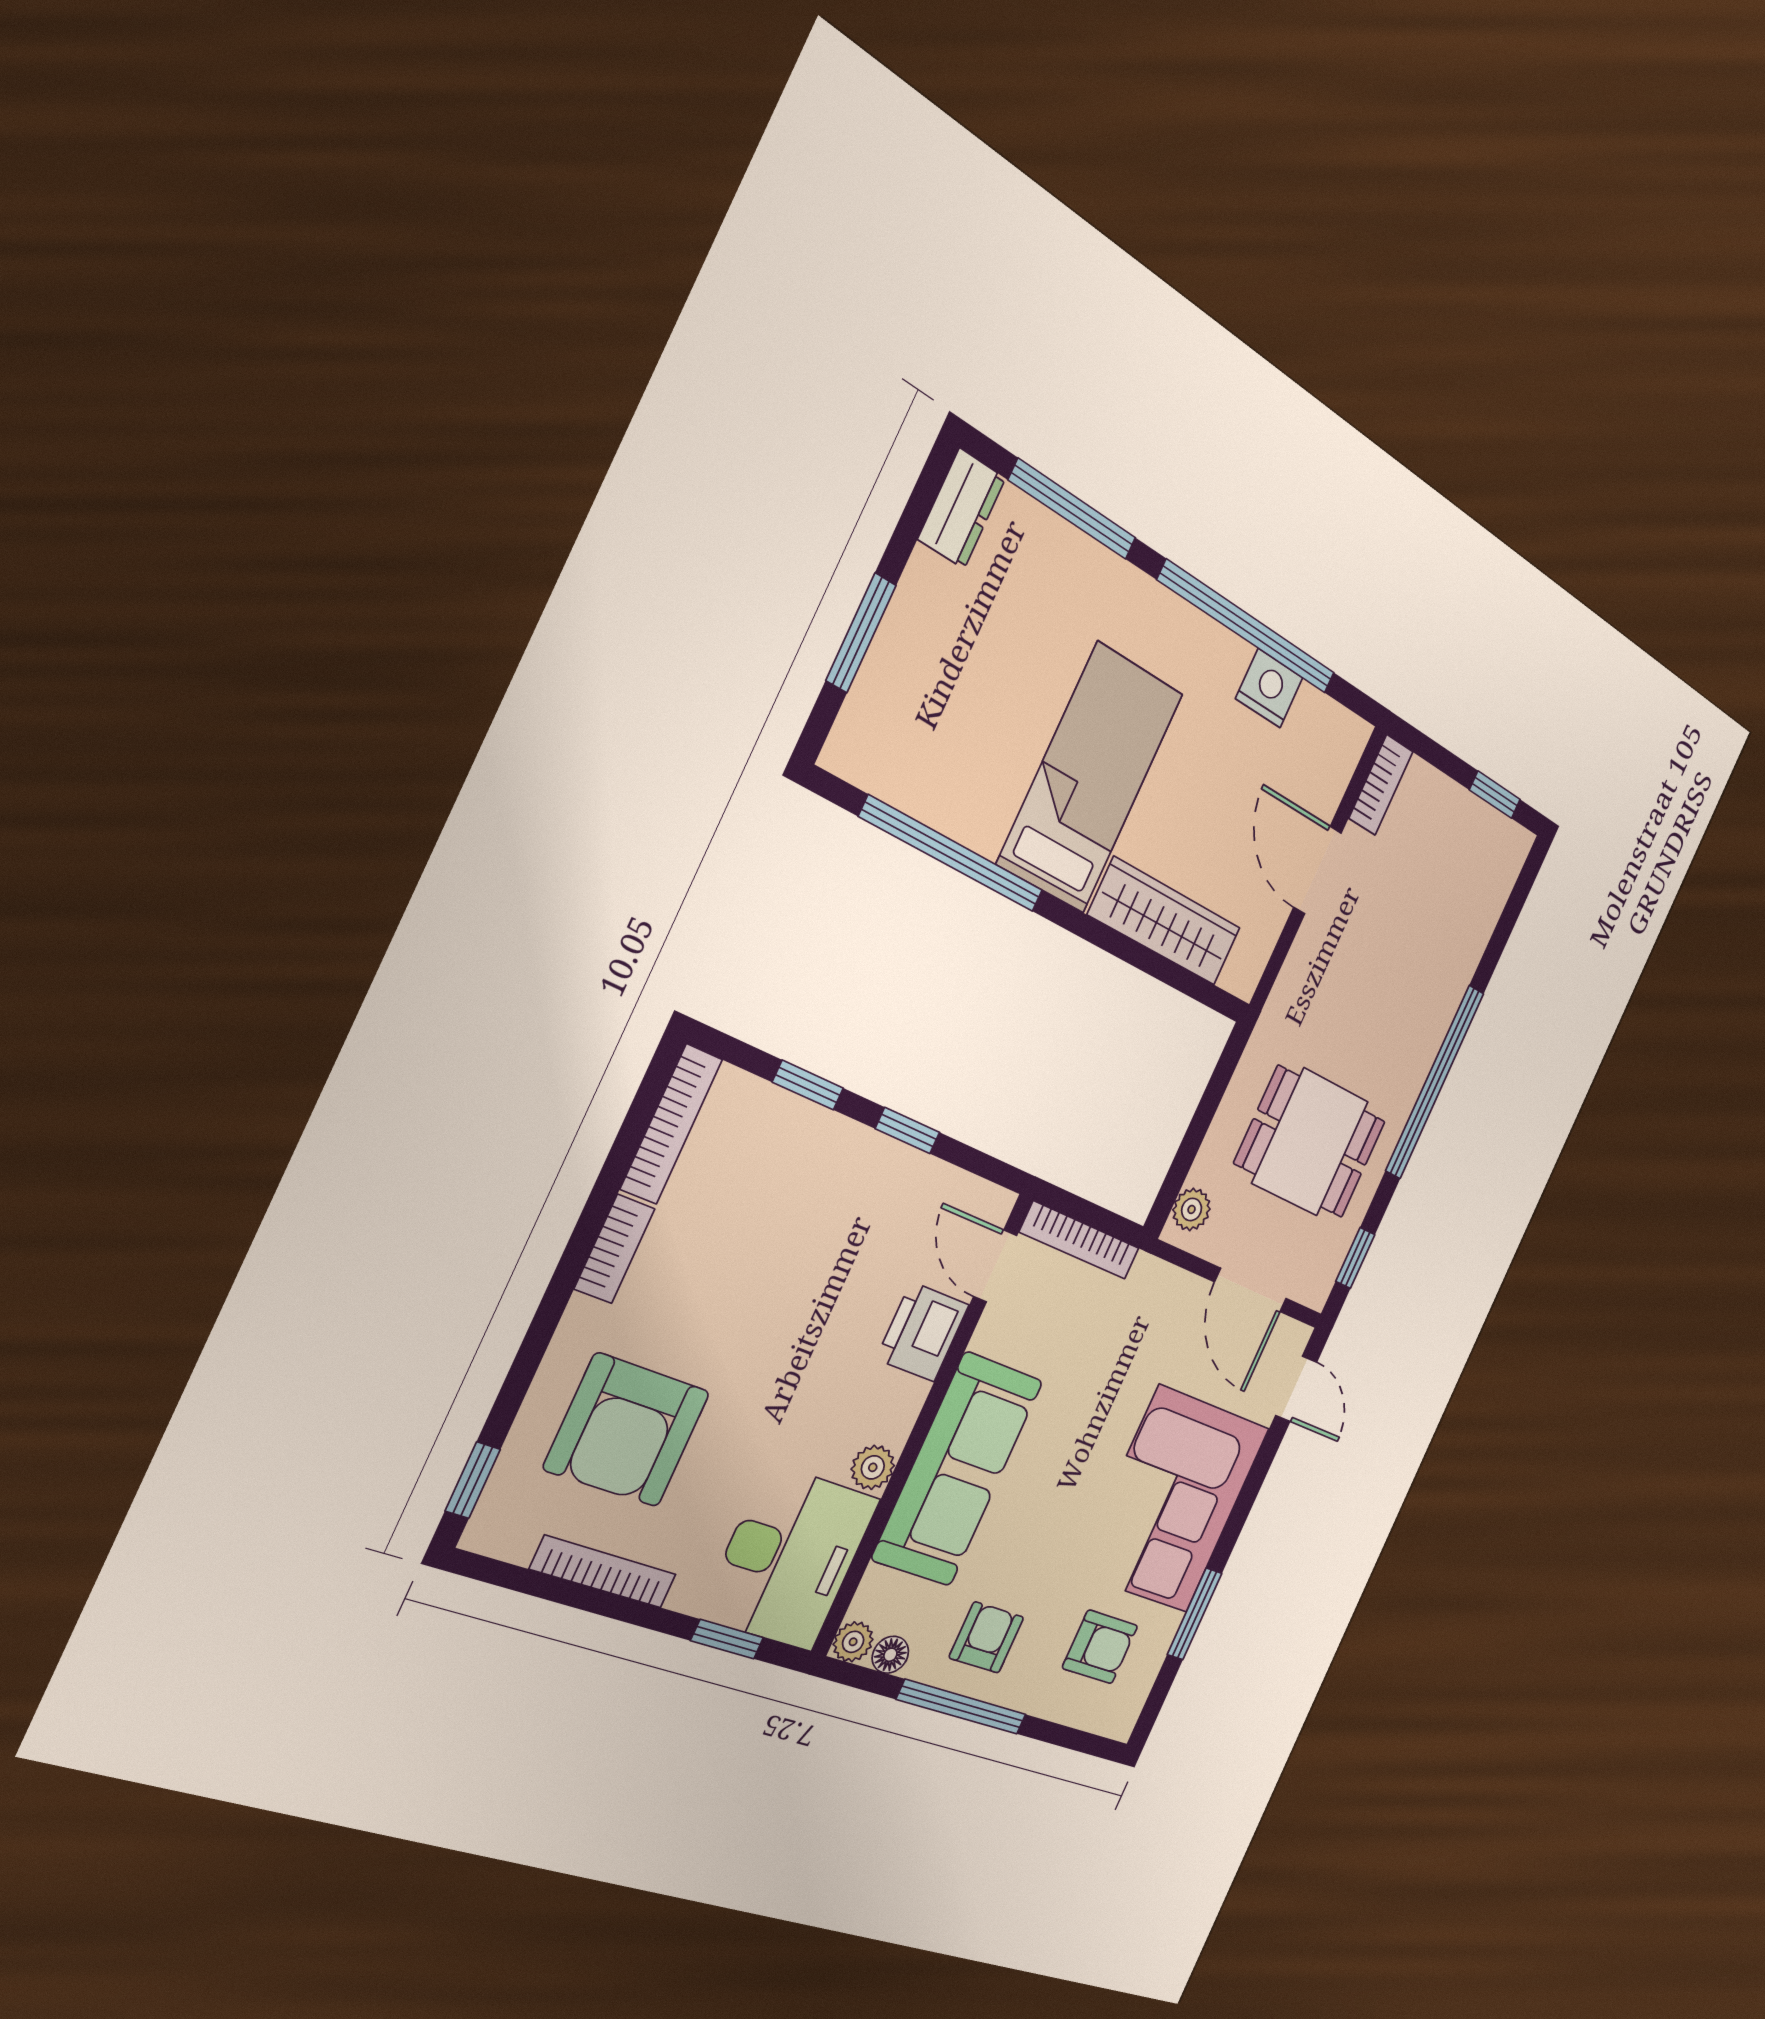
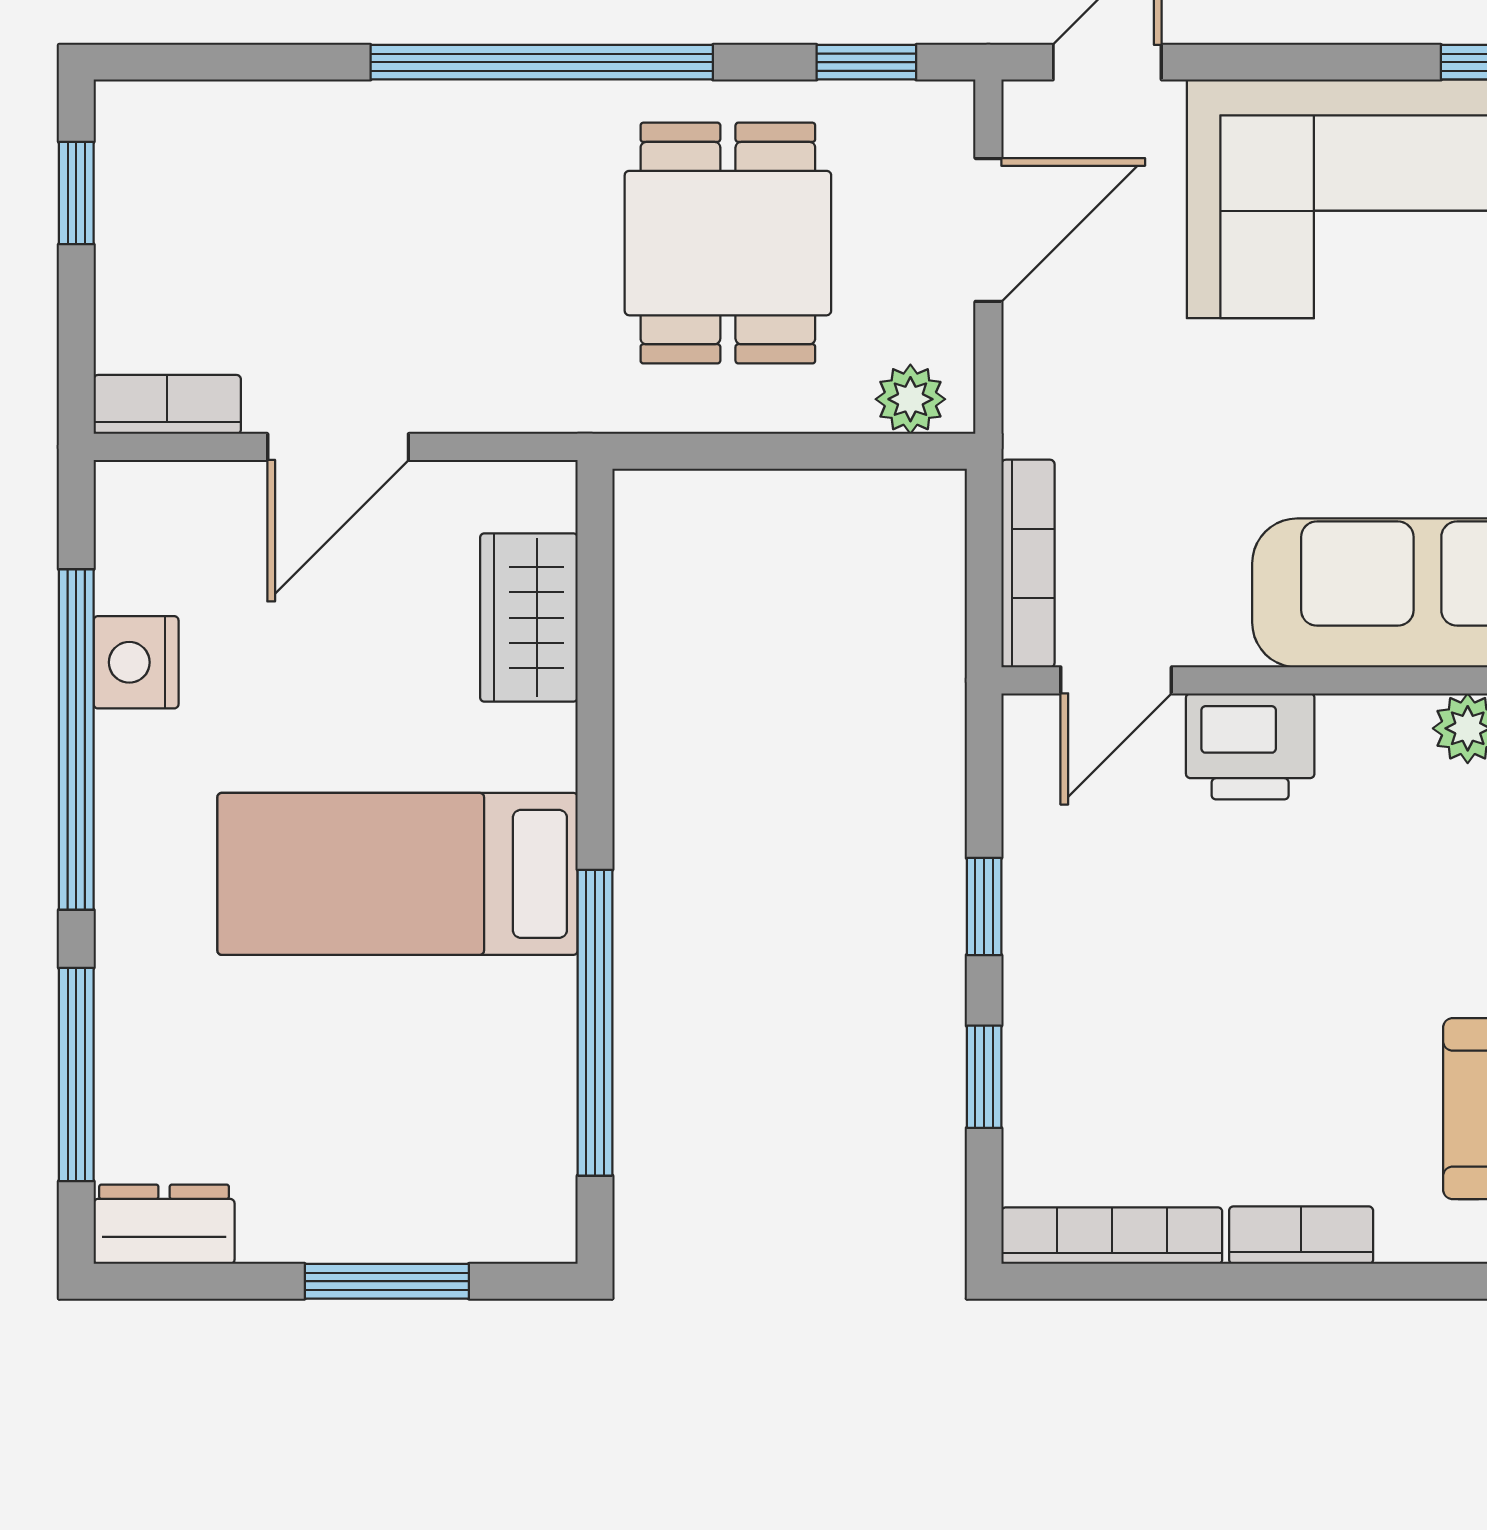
wardrobe: (1165, 921) -> (529, 618), width x0.67

